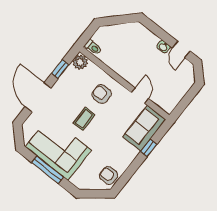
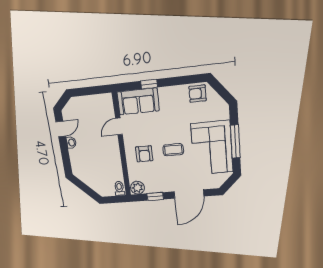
armchair: (109, 175) -> (197, 94), turned 90

